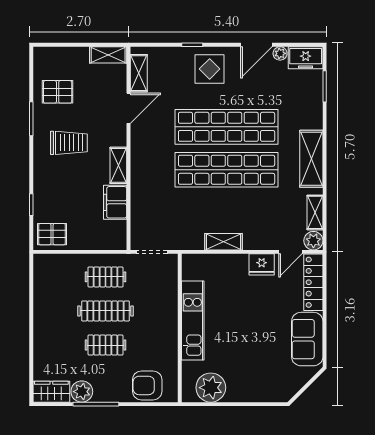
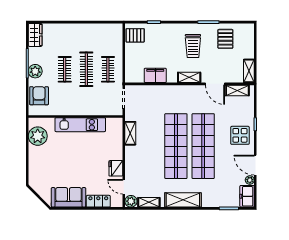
shelving: (118, 165) -> (189, 77), moved
pallet: (52, 234) -> (135, 35), turned 90
shelving: (223, 242) -> (130, 133), moved
locker: (313, 282) -> (98, 201), width x0.66
plant: (82, 392) -> (35, 71), moved

